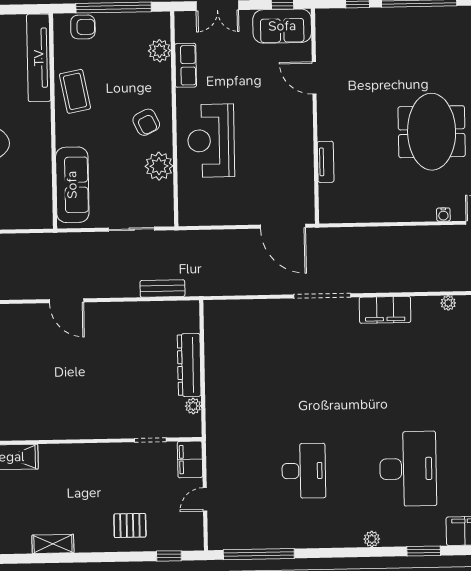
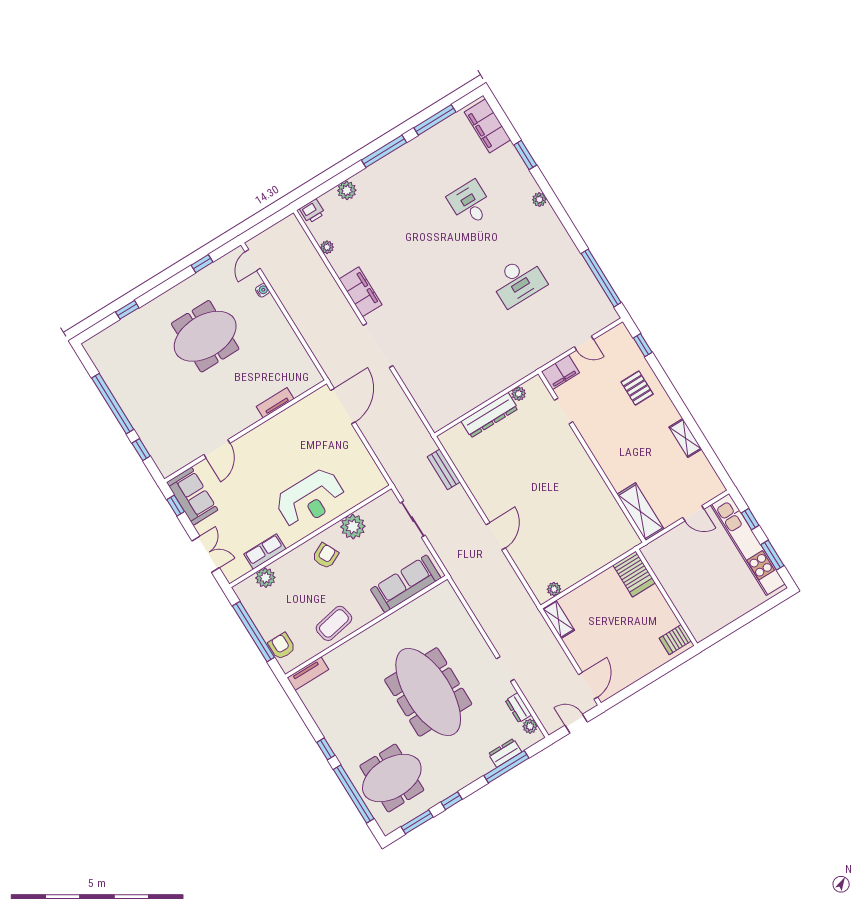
tv unit: (39, 58) -> (308, 674), width x0.52, depth x0.78
desk: (408, 469) -> (470, 203), width x0.53, depth x0.77
desk: (304, 471) -> (518, 281), turned 180

